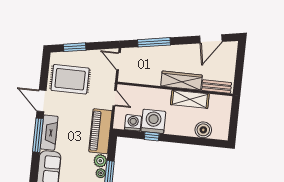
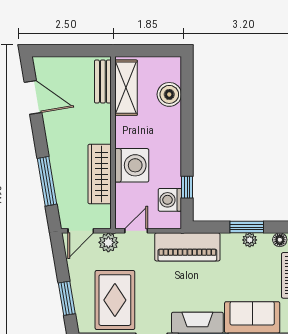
wardrobe: (181, 81) -> (100, 174), moved
shelving: (190, 99) -> (126, 88), moved
washing machine: (153, 121) -> (132, 165), moved, turned 180
window: (152, 136) -> (187, 187), moved
plant: (100, 161) -> (108, 242), moved

